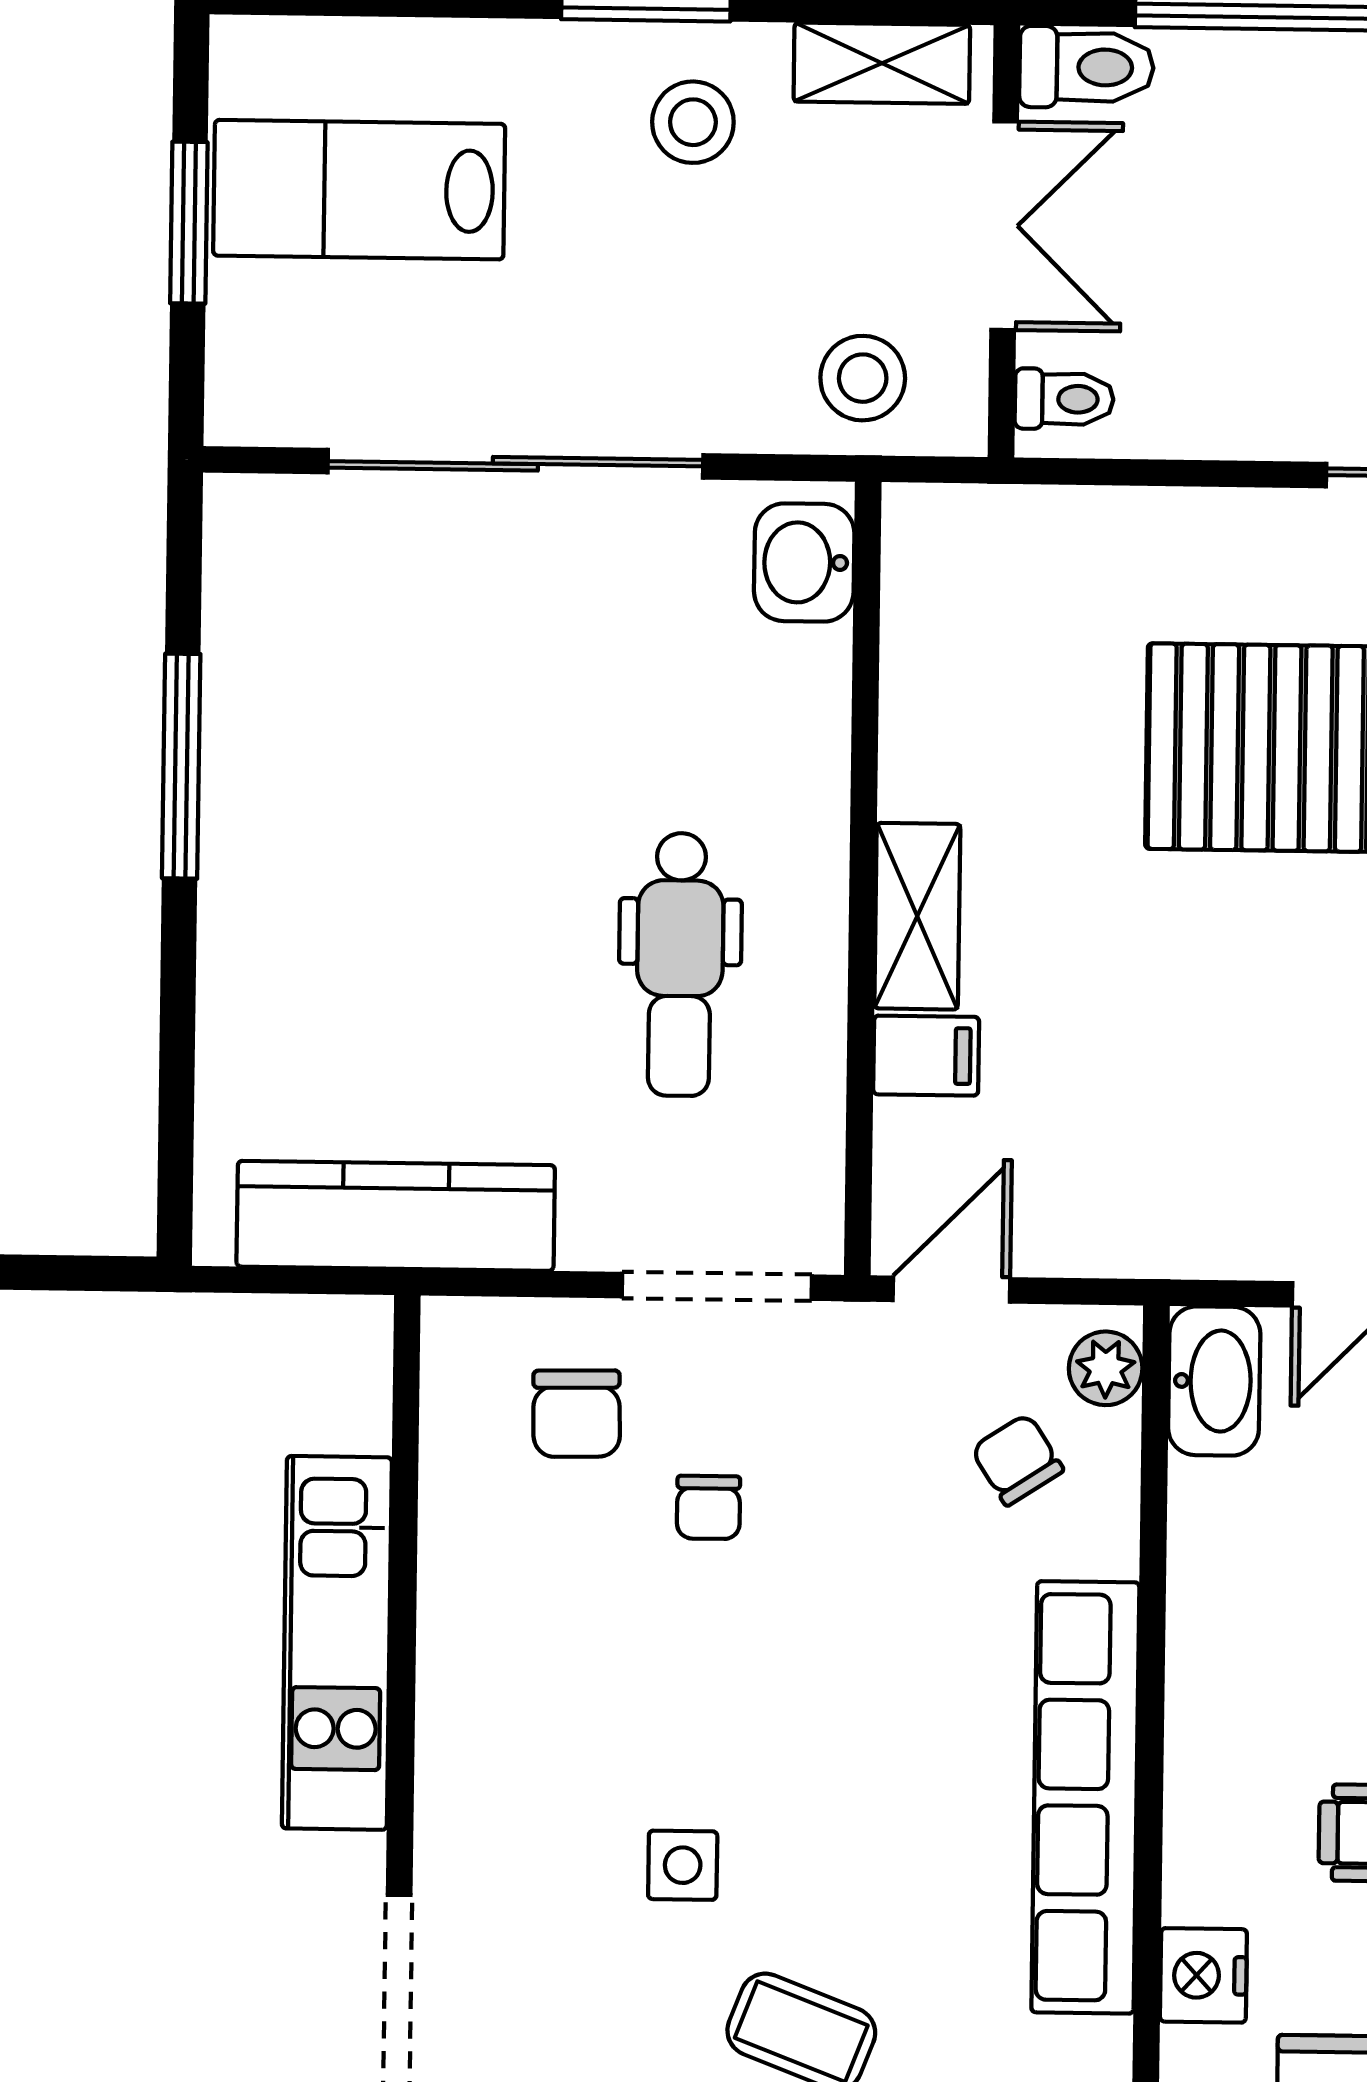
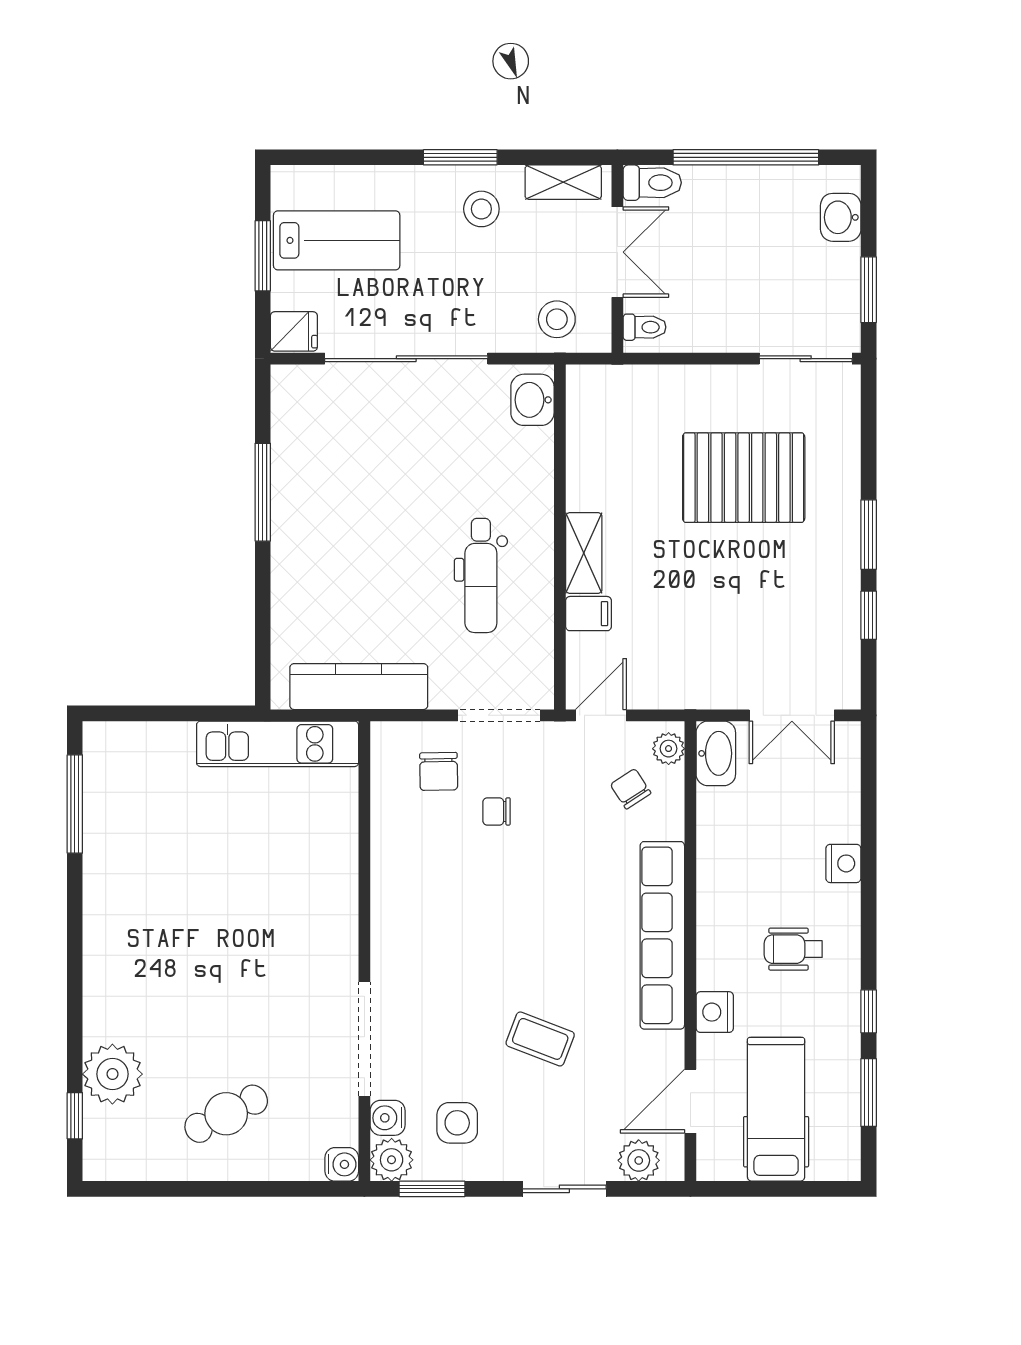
lab bench: (359, 190) -> (337, 240), turned 180
fridge: (258, 398) -> (294, 331), added
chair: (708, 1507) -> (497, 811), turned 90
kitchen unit: (337, 1643) -> (278, 744), moved, turned -90
side table: (683, 1865) -> (488, 967), removed

